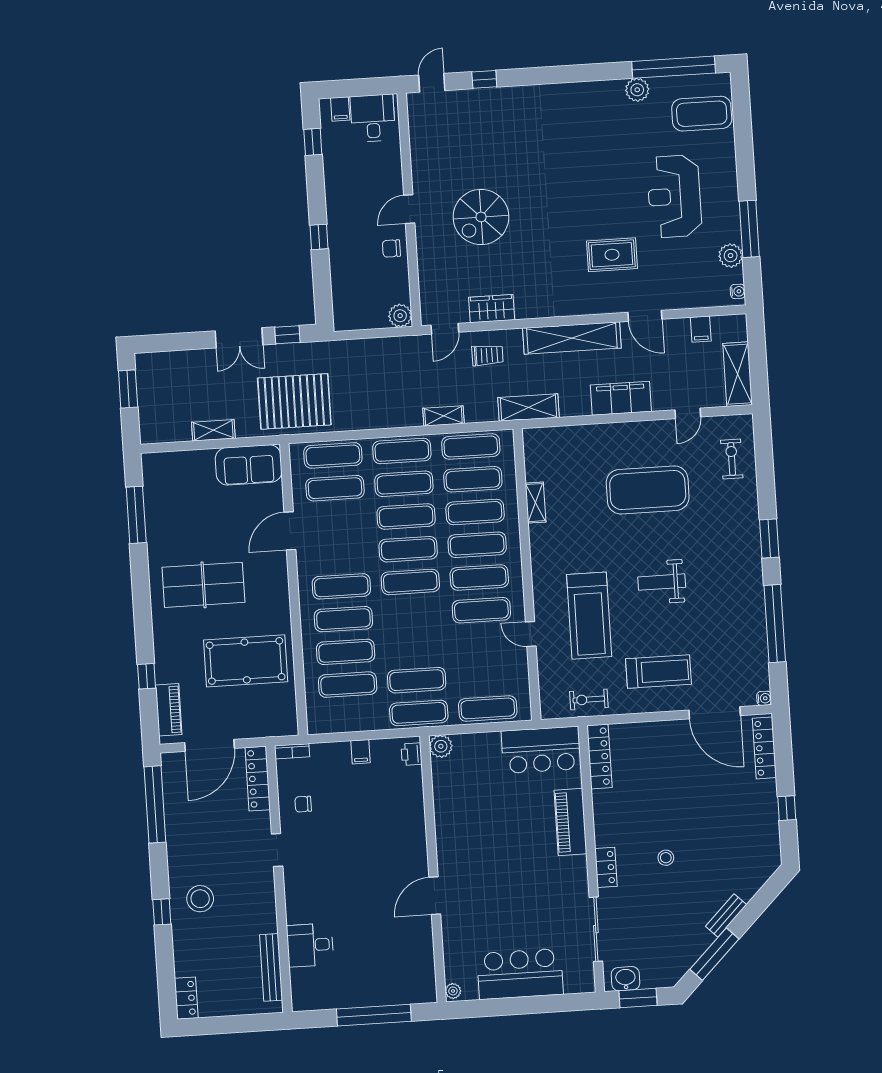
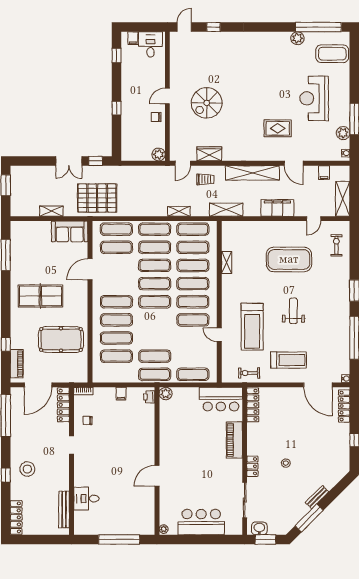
weight bench: (662, 582) -> (293, 311), turned 90
locker: (186, 998) -> (16, 517), width x1.53

